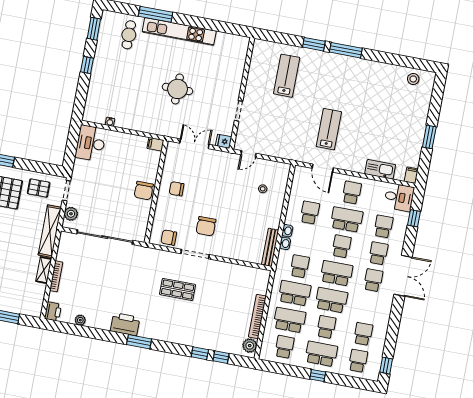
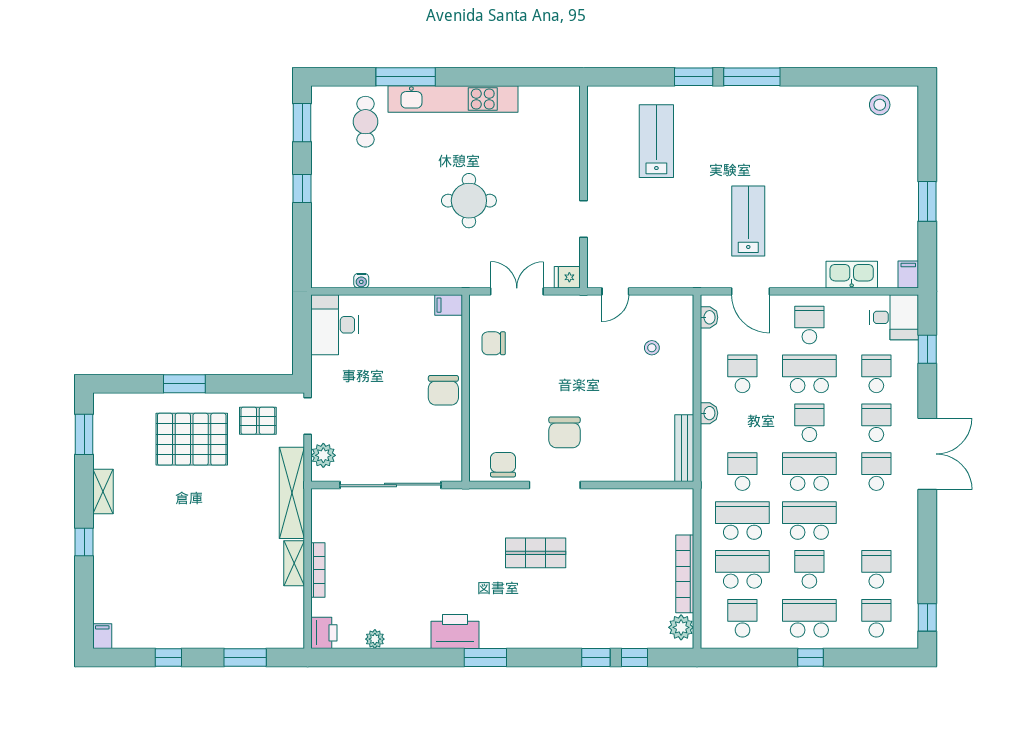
chair: (177, 189) -> (494, 343), moved
chair: (169, 238) -> (503, 465), turned 90
washbasin: (285, 243) -> (709, 317), moved

